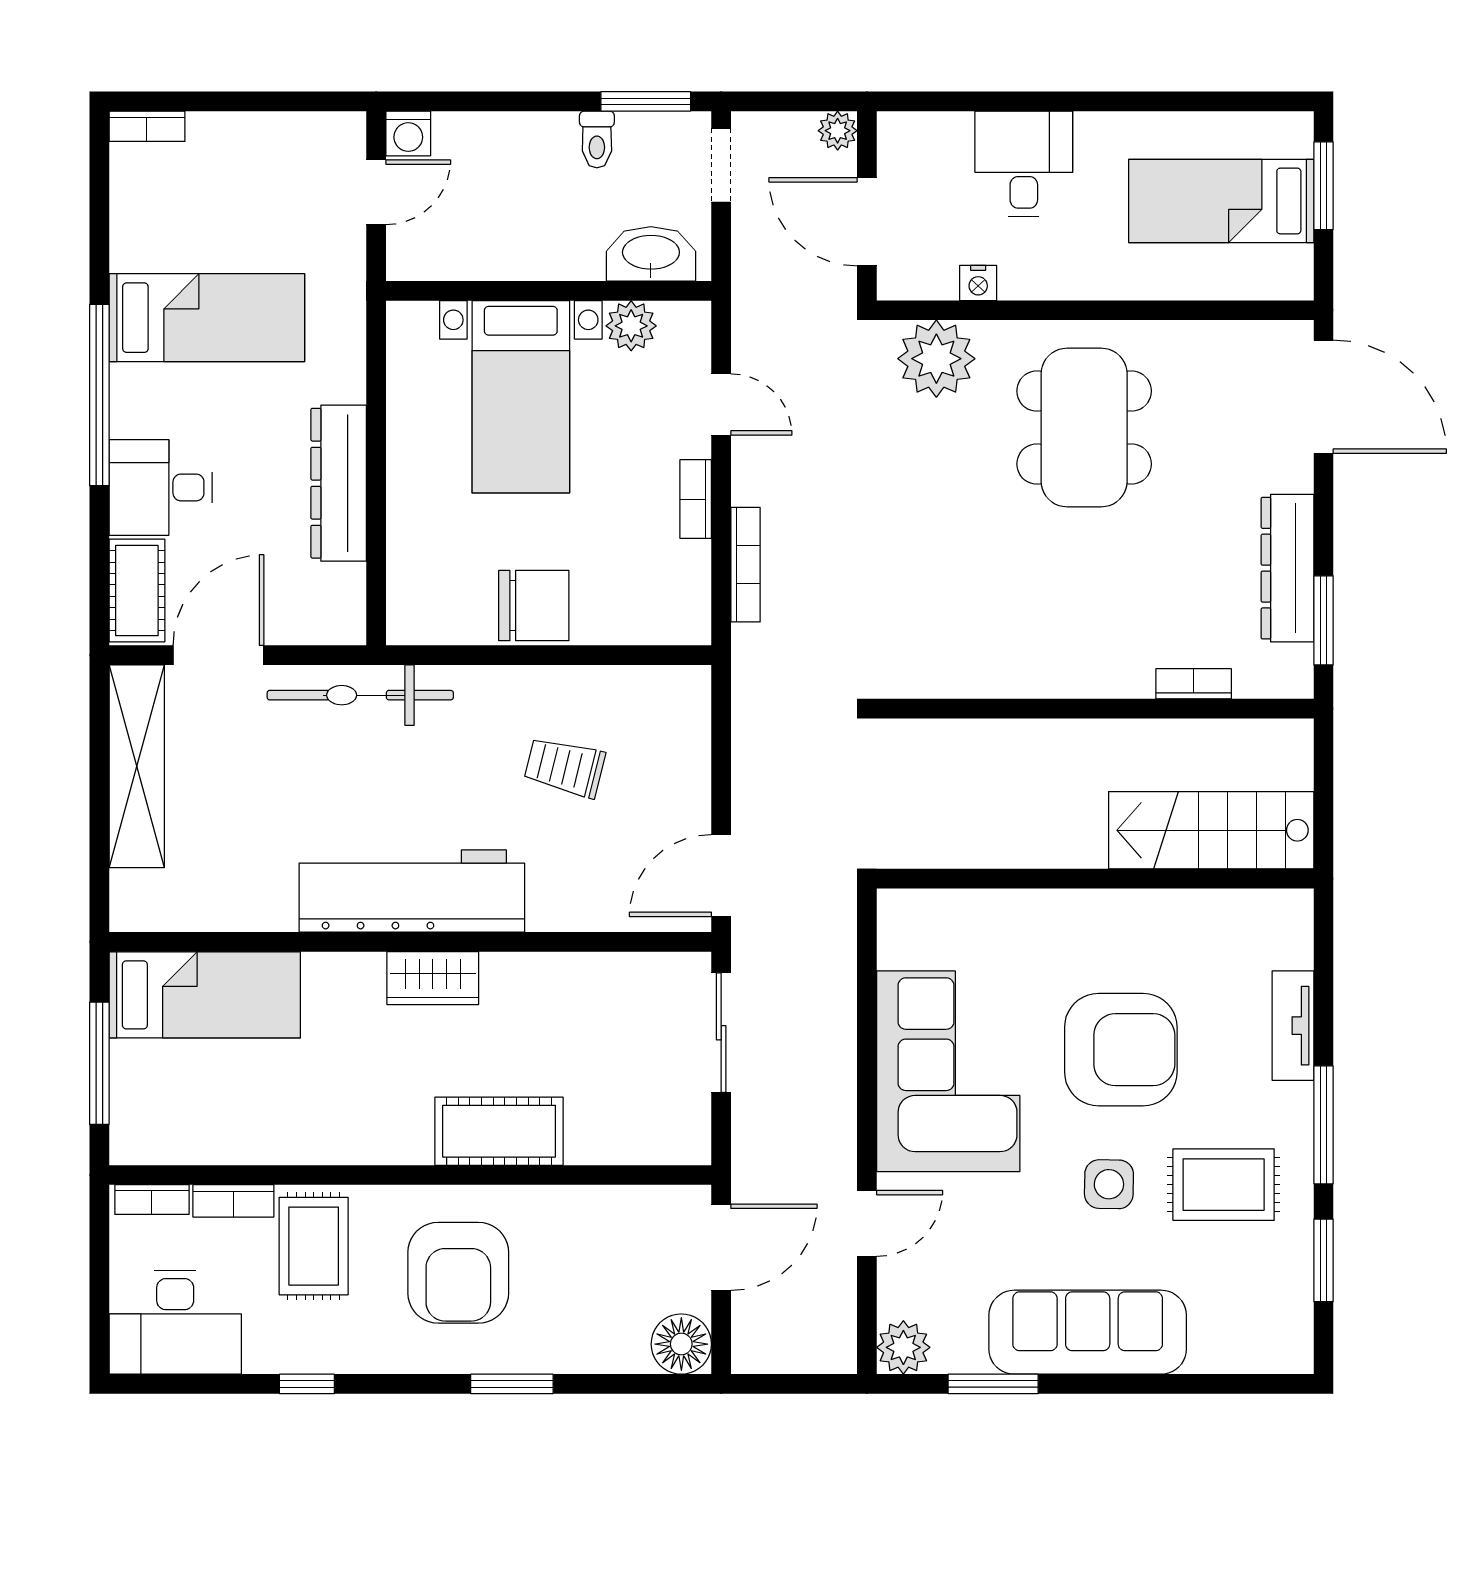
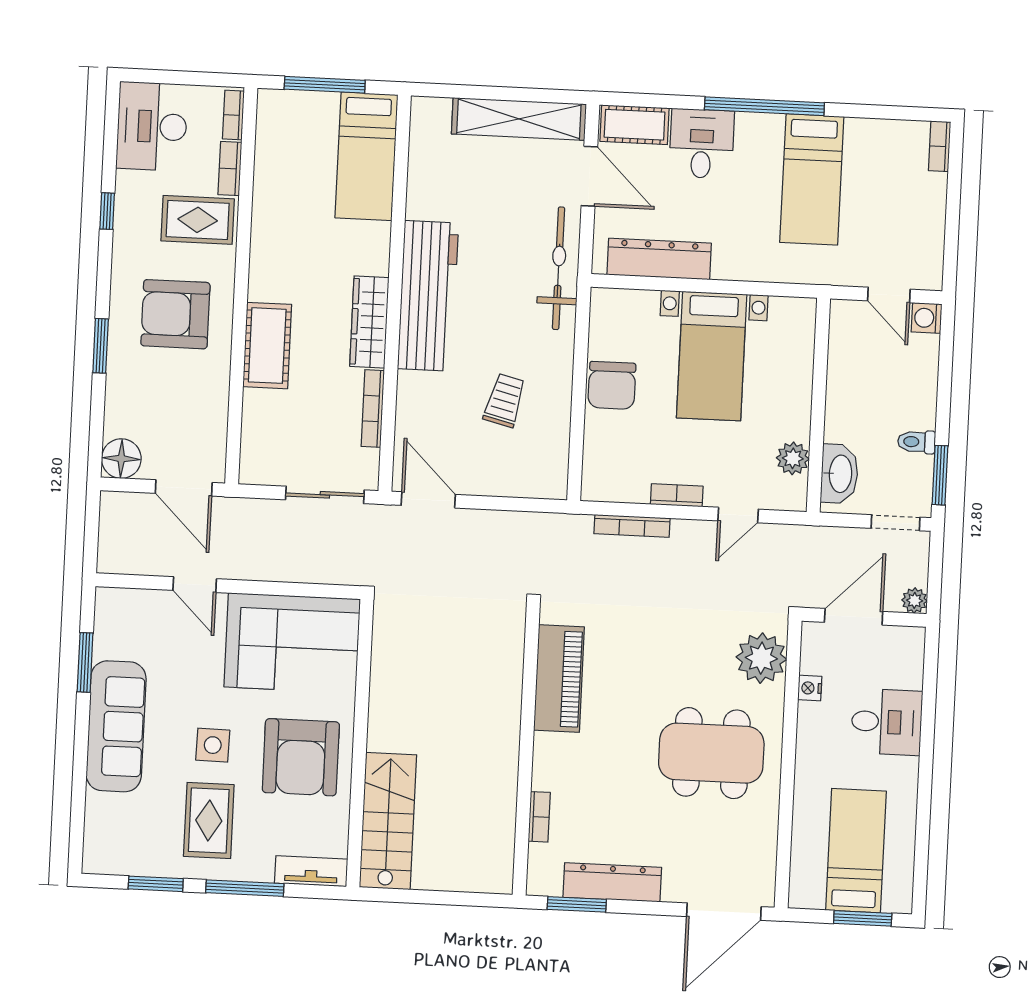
bed with nightstands: (521, 397) -> (712, 356), moved, turned -90
dresser: (339, 483) -> (659, 259), moved
piano: (982, 664) -> (559, 679), added
stairs: (1211, 830) -> (388, 821), moved
wall: (1095, 879) -> (360, 743), moved
bookcase: (587, 966) -> (373, 409), added
wardrobe: (433, 978) -> (369, 322), width x1.50
plant: (903, 1347) -> (112, 605), removed

